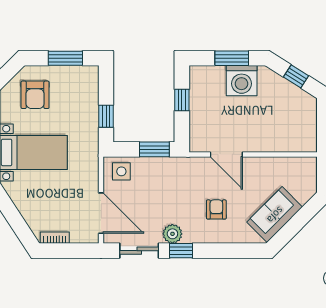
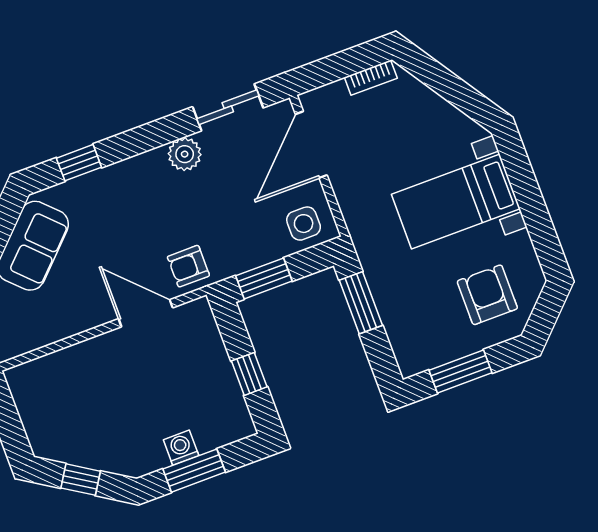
washing machine: (242, 81) -> (181, 448), width x0.53, depth x0.53
window: (106, 116) -> (361, 303), width x1.50
armchair: (216, 209) -> (188, 266), moved, turned 90
door: (101, 213) -> (311, 145), hinge flipped
window: (181, 251) -> (79, 163), moved

